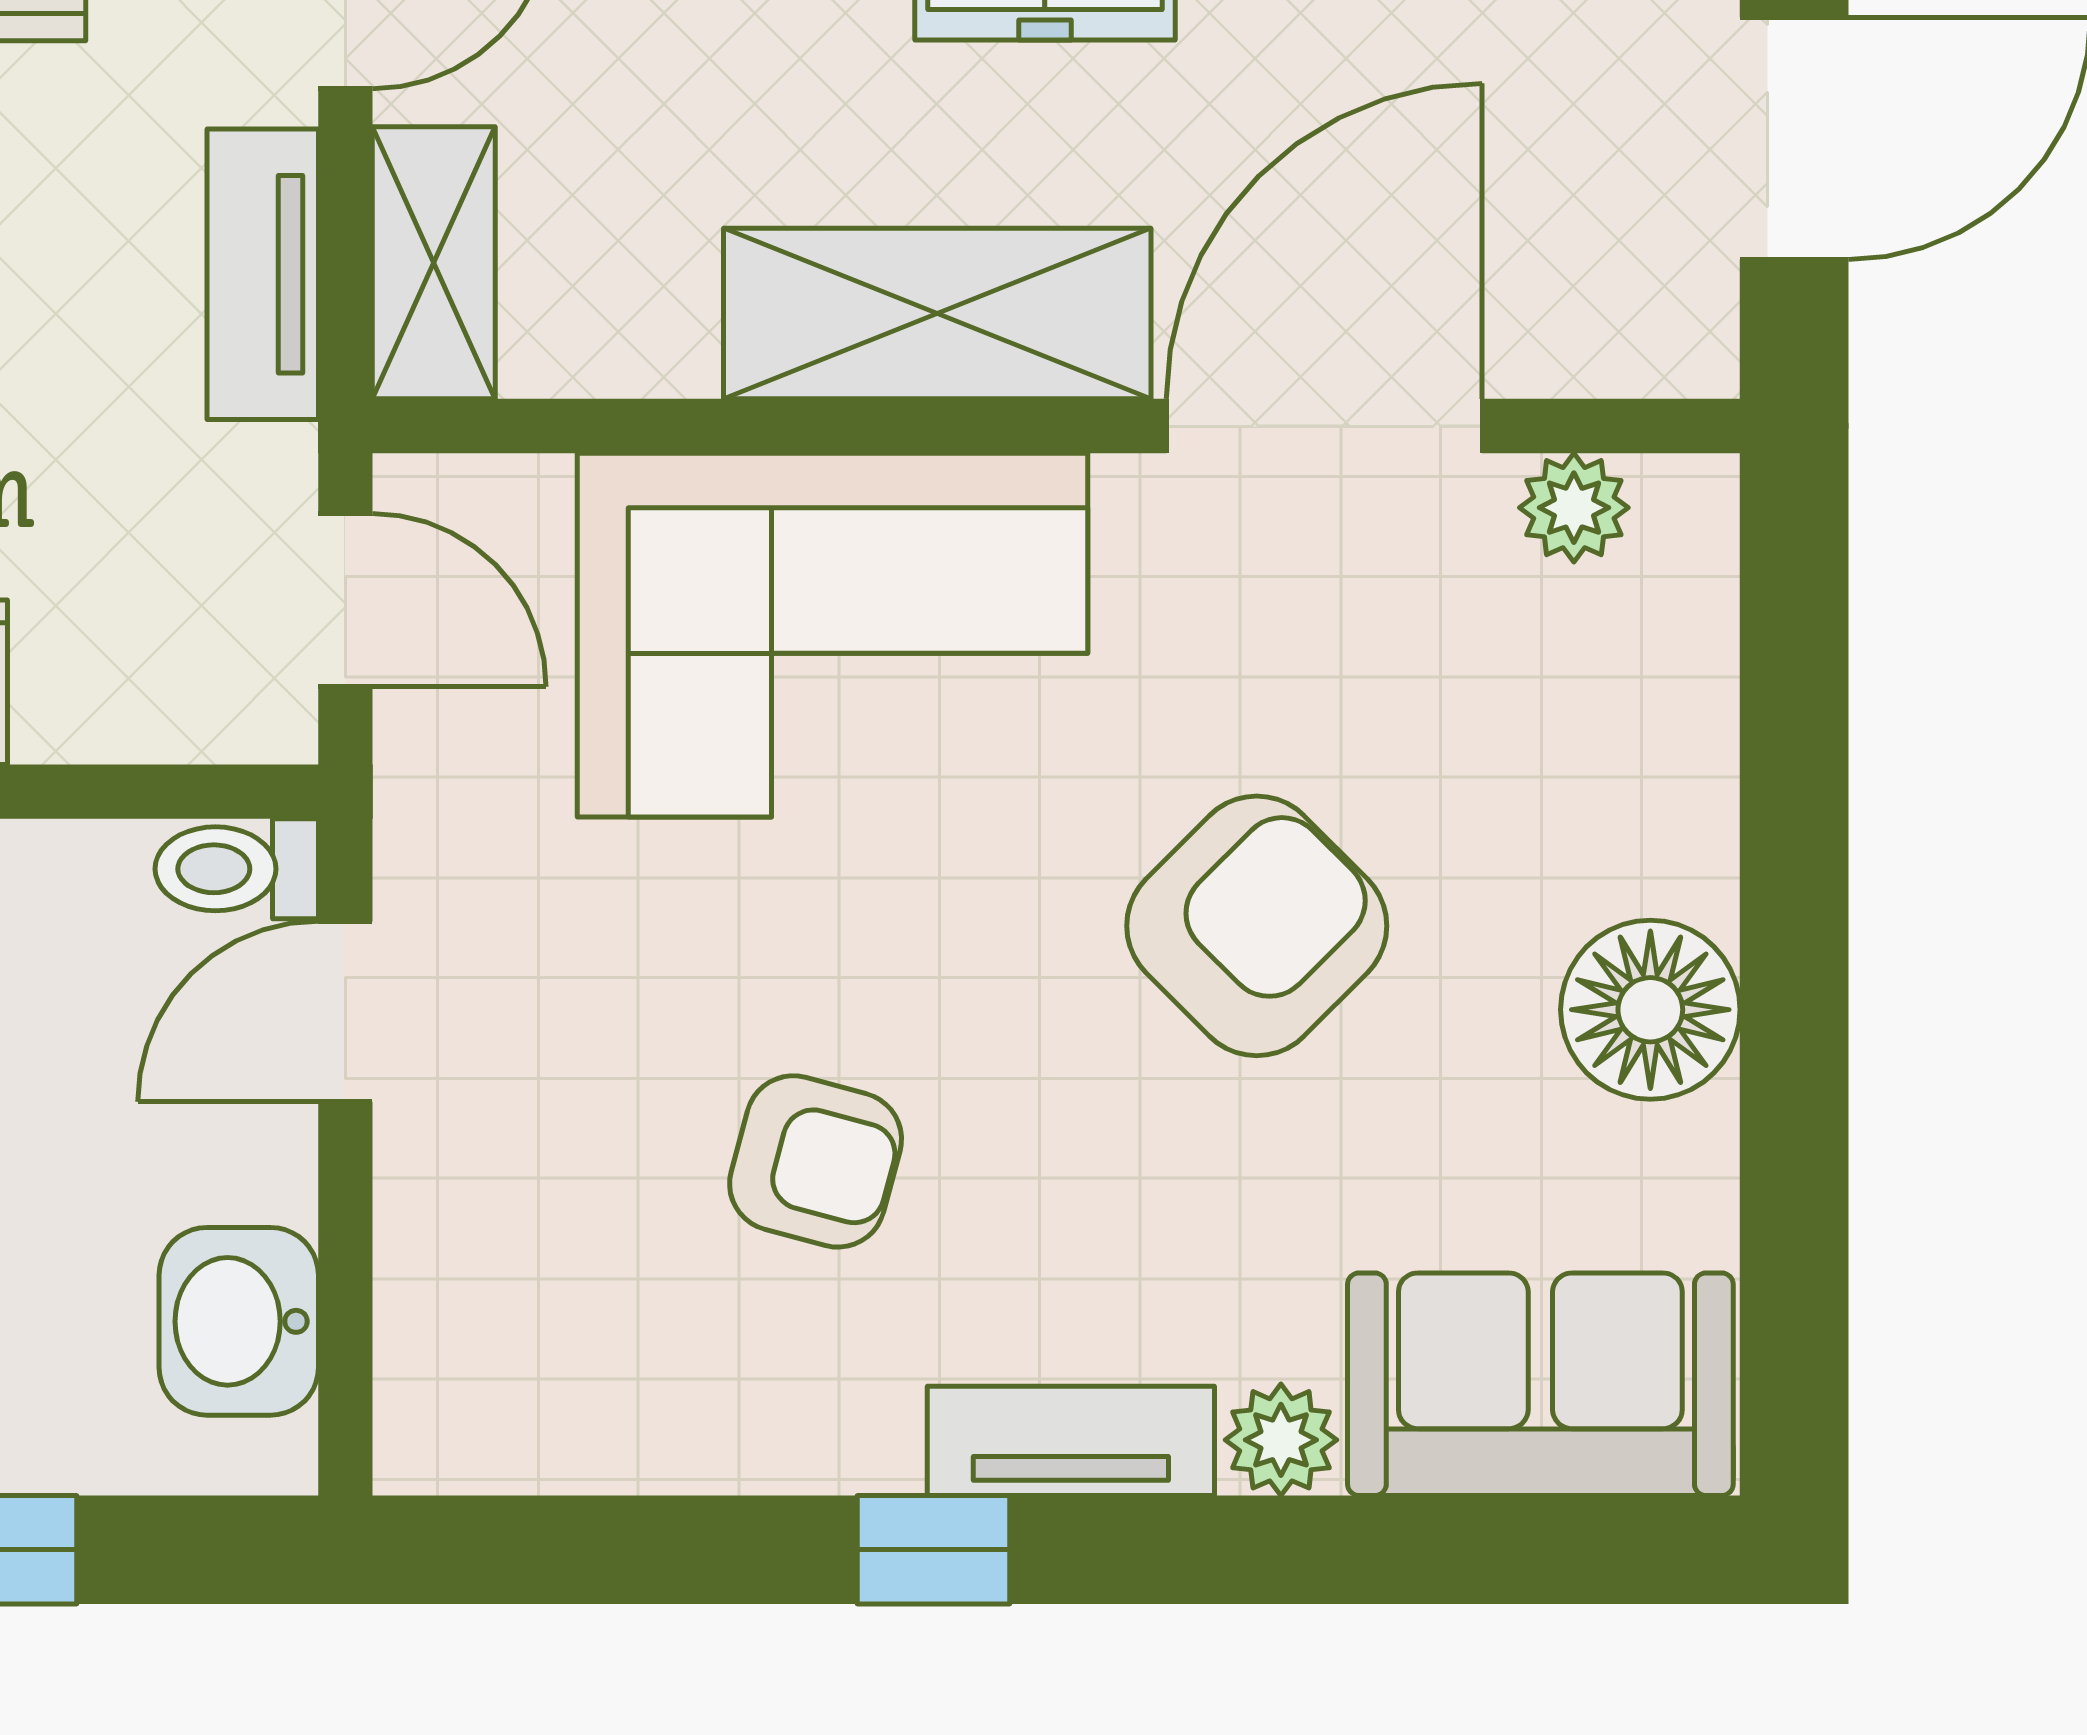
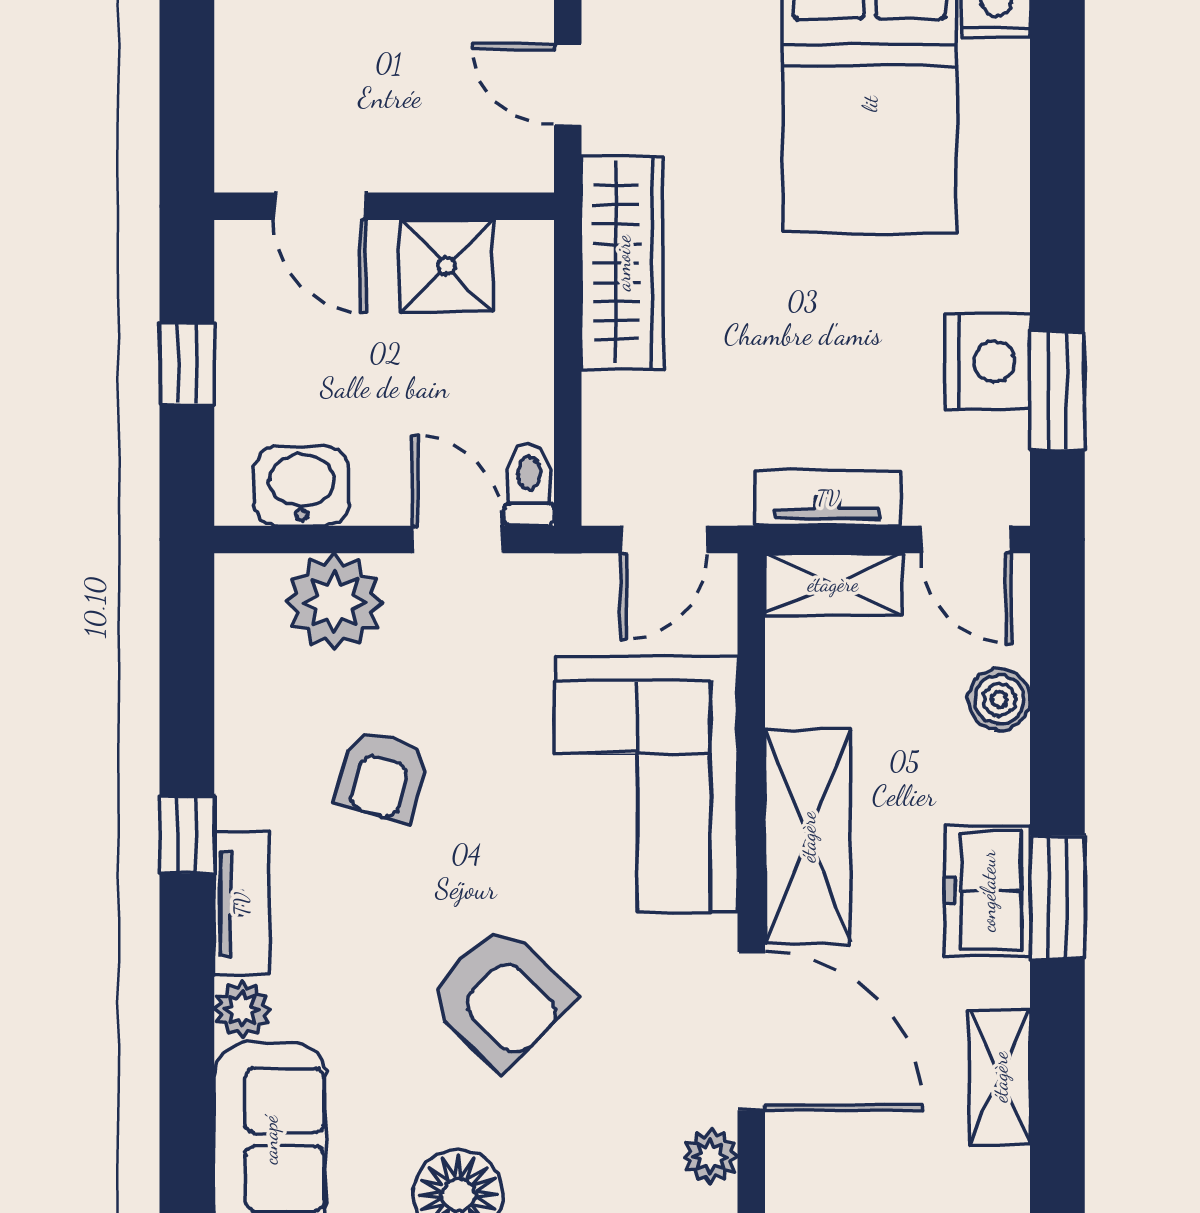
plant: (470, 1256) -> (335, 602), added

